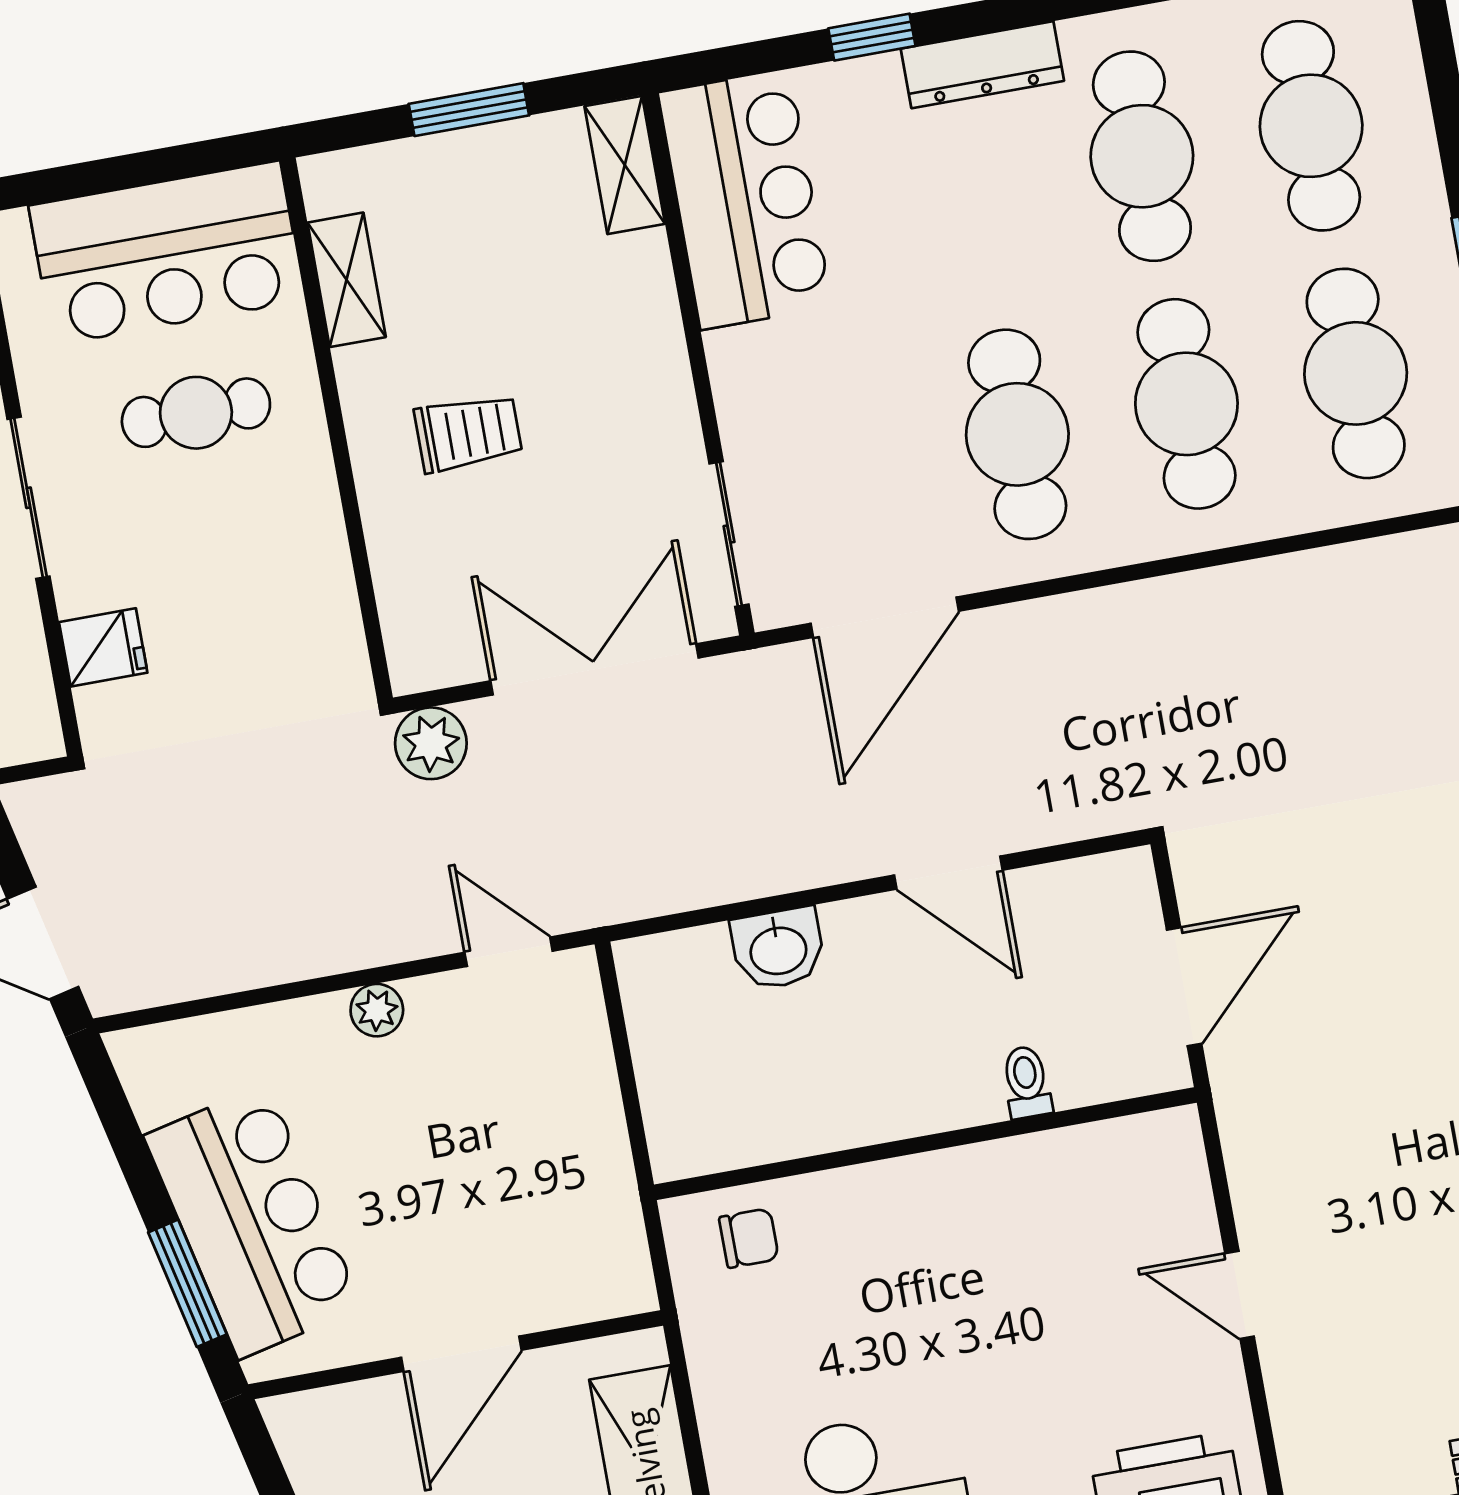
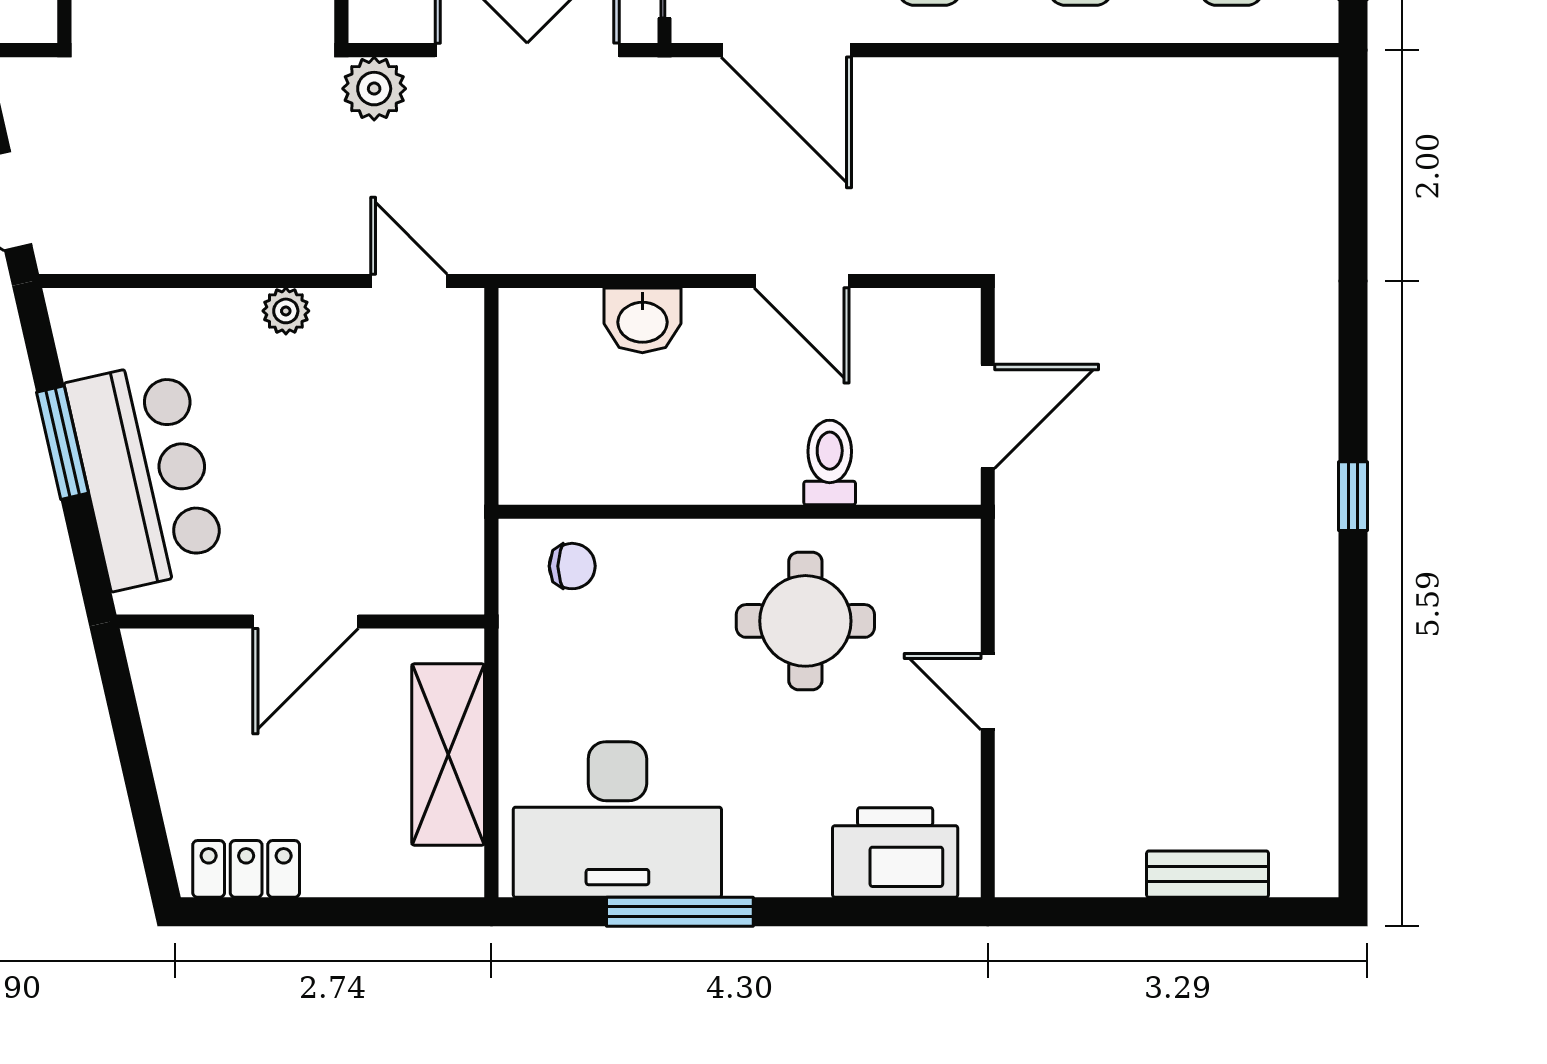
door: (885, 617) -> (786, 50), hinge flipped
toilet: (1027, 1082) -> (830, 462), width x1.37, depth x1.39
round table: (1021, 1253) -> (805, 621), added
window: (188, 1283) -> (62, 443), moved

